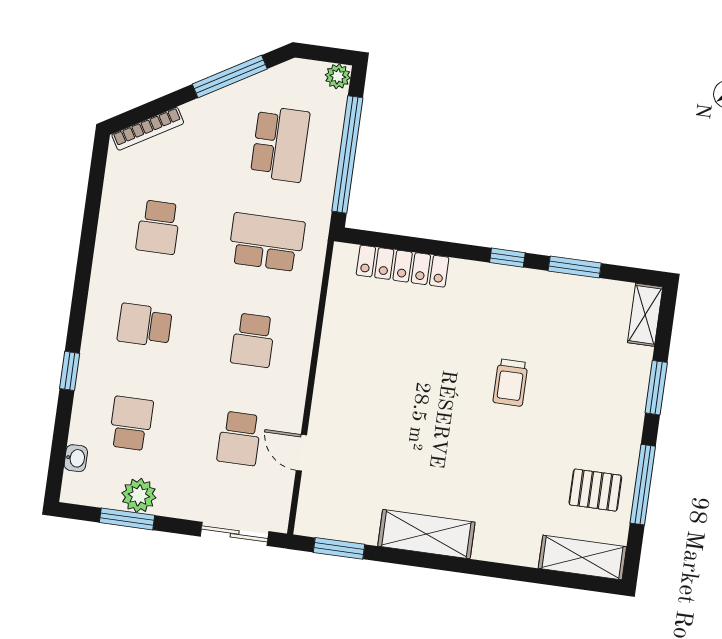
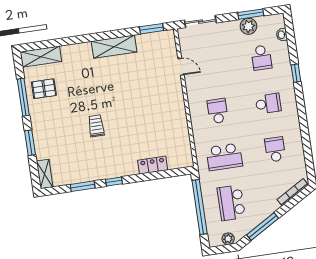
plant: (338, 76) -> (228, 239), moved
locker: (403, 266) -> (153, 165), width x0.66
school desk: (239, 438) -> (211, 65), removed

